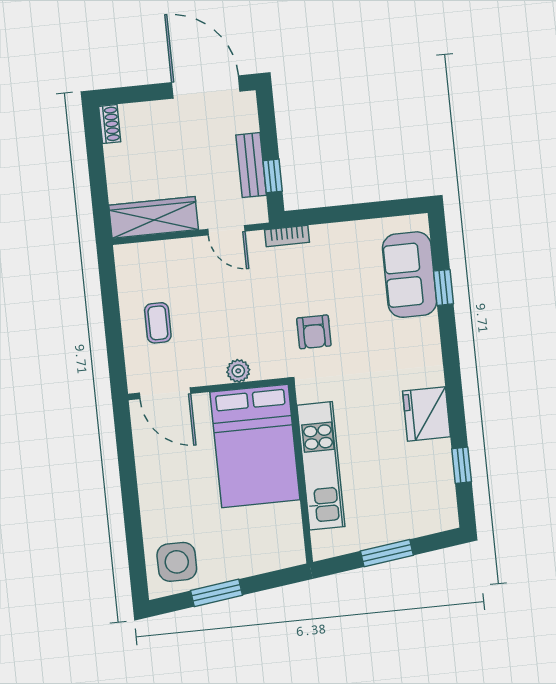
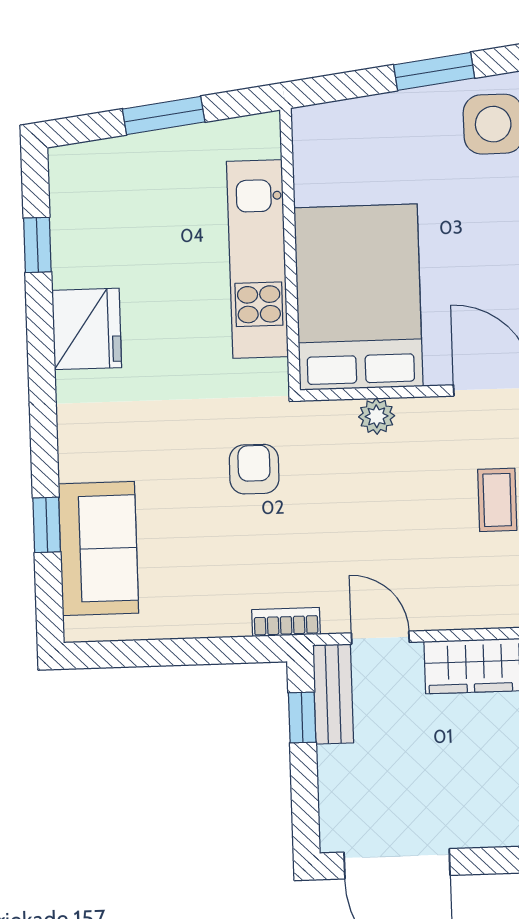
bench: (251, 165) -> (333, 694), moved

